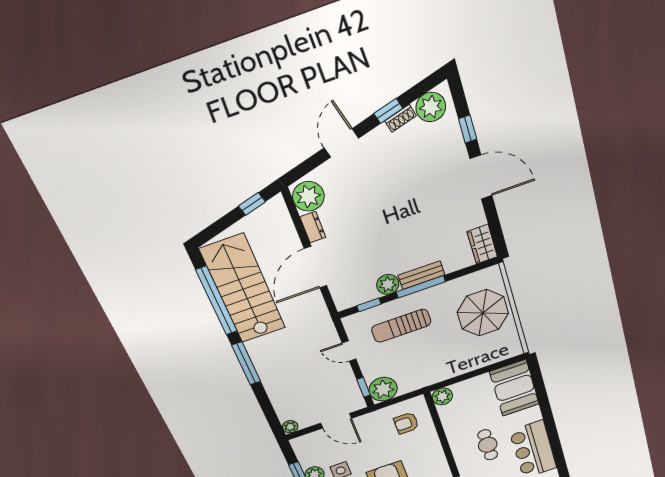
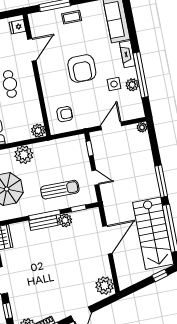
window: (252, 204) -> (160, 275), moved
dresser: (313, 227) -> (105, 266), removed
plant: (383, 389) -> (24, 155), moved
door: (336, 421) -> (111, 126), hinge flipped

